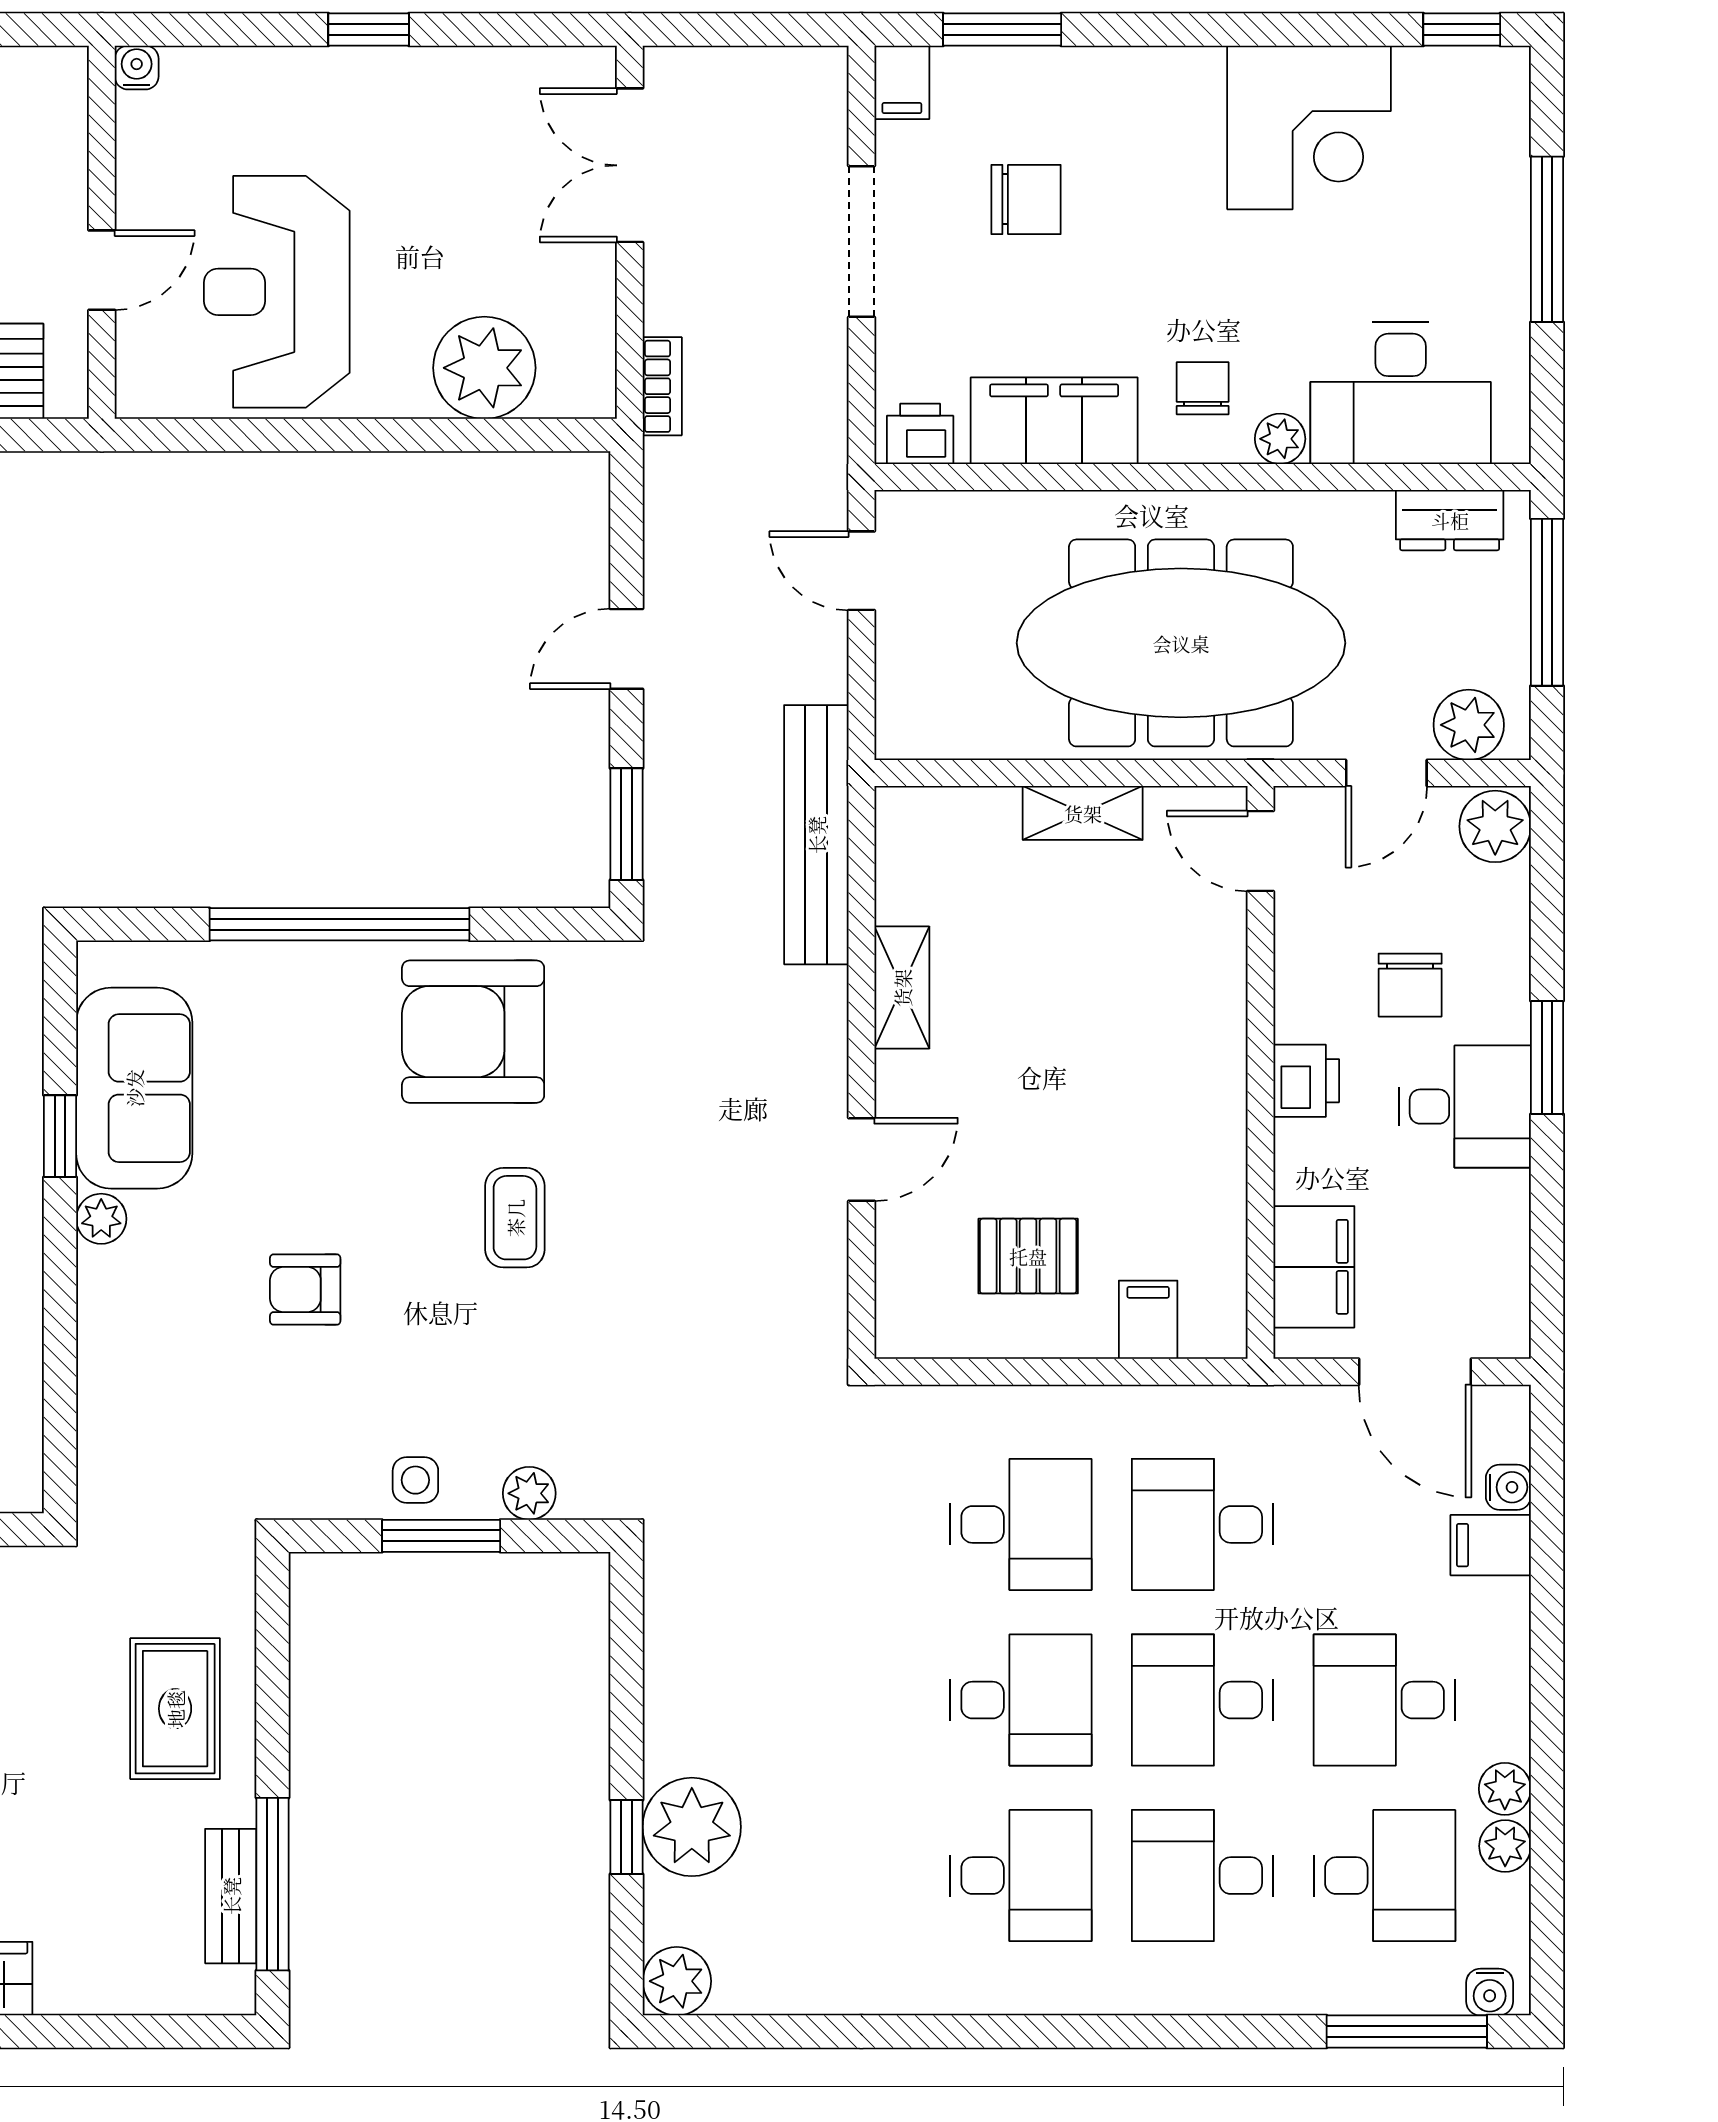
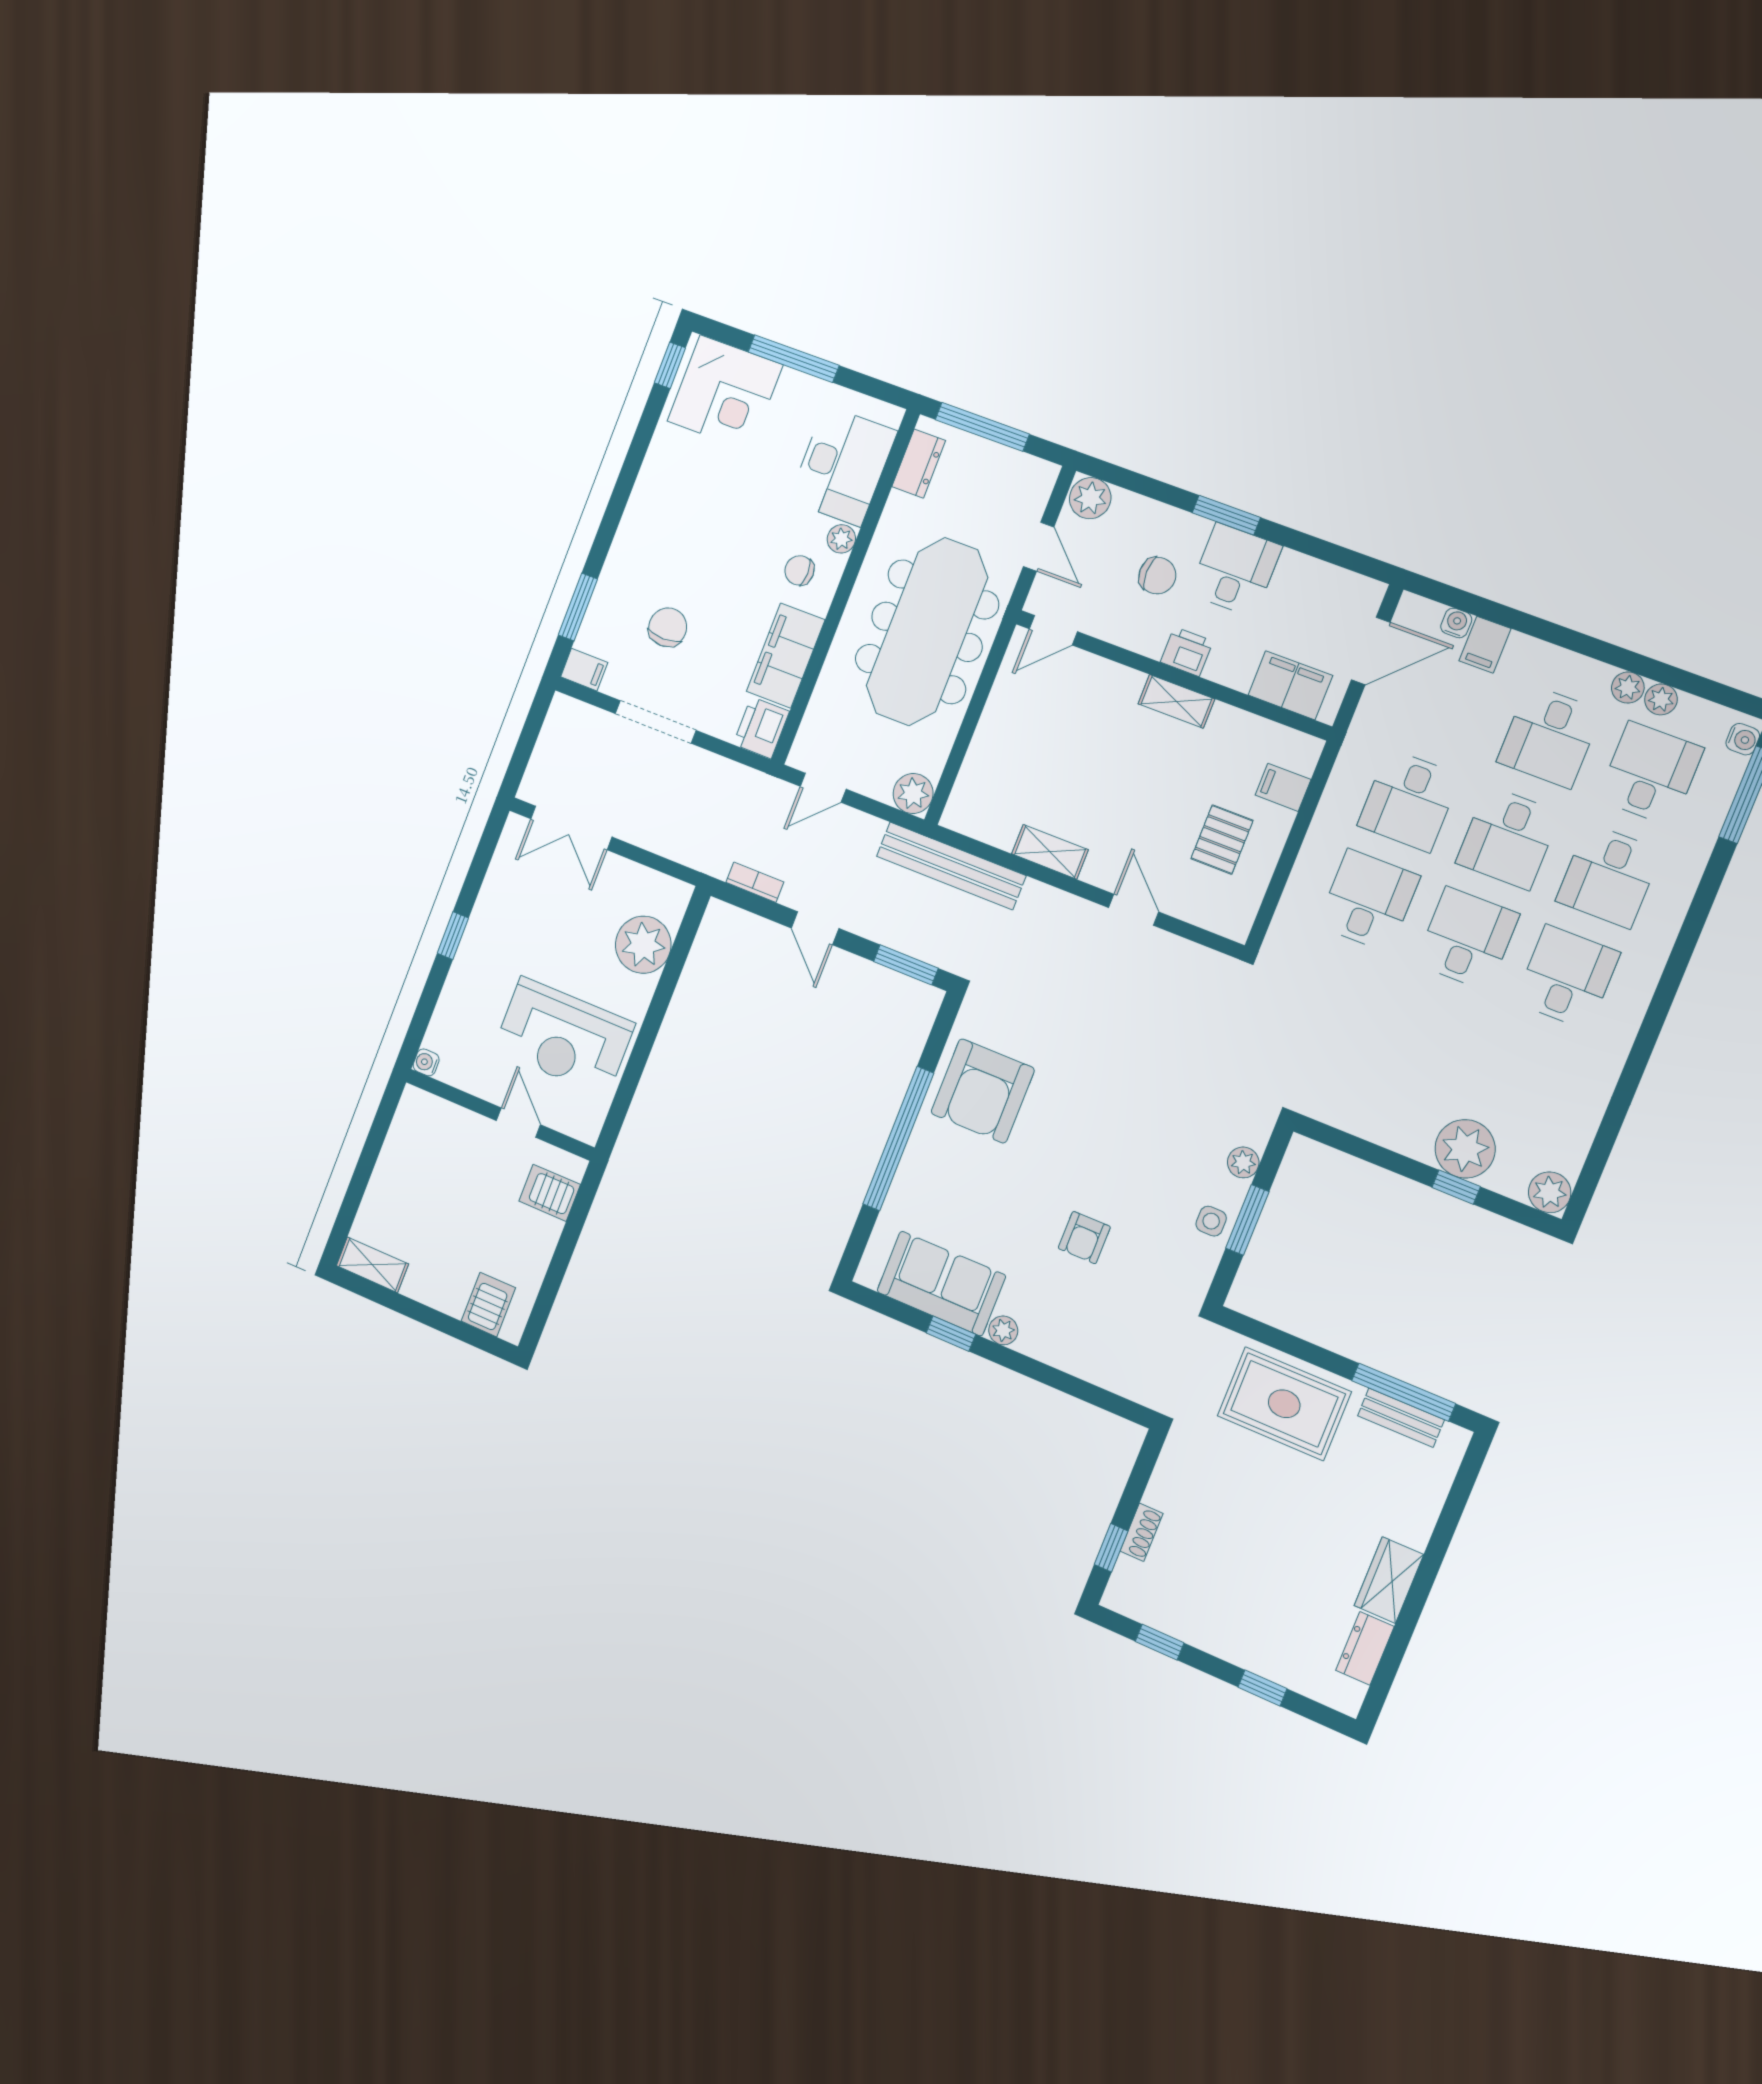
corner desk: (1309, 127) -> (725, 393), moved, turned 90
bookcase: (662, 386) -> (755, 882), moved
printer: (920, 434) -> (761, 728), width x1.36, depth x1.24
plant: (1469, 725) -> (913, 793), moved
shelving: (1083, 813) -> (1176, 701), moved, turned 90
coffee table: (515, 1218) -> (1091, 1109), removed
rug: (175, 1709) -> (1284, 1404), width x1.36, depth x1.43

